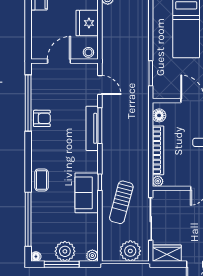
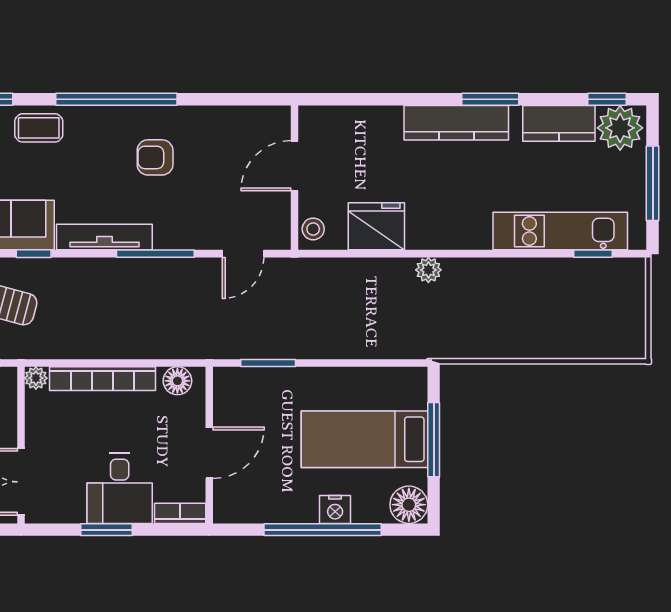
door: (59, 61) -> (294, 166), swing flipped
window: (28, 103) -> (116, 99), moved
armchair: (42, 118) -> (155, 157), moved, turned 90
tv unit: (92, 128) -> (104, 237), moved

